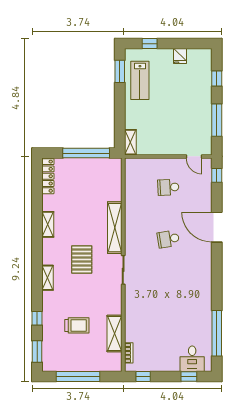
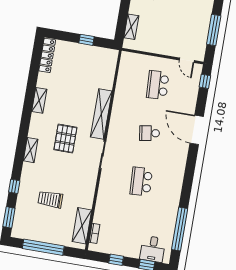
shelving: (130, 142) -> (131, 27), moved
window: (86, 153) -> (86, 40), width x0.32
school desk: (168, 187) -> (158, 85), width x1.85
school desk: (168, 291) -> (141, 181), added
trolley: (77, 325) -> (50, 199), turned 180
shelving: (114, 333) -> (82, 226), moved
window: (143, 377) -> (116, 260), moved

